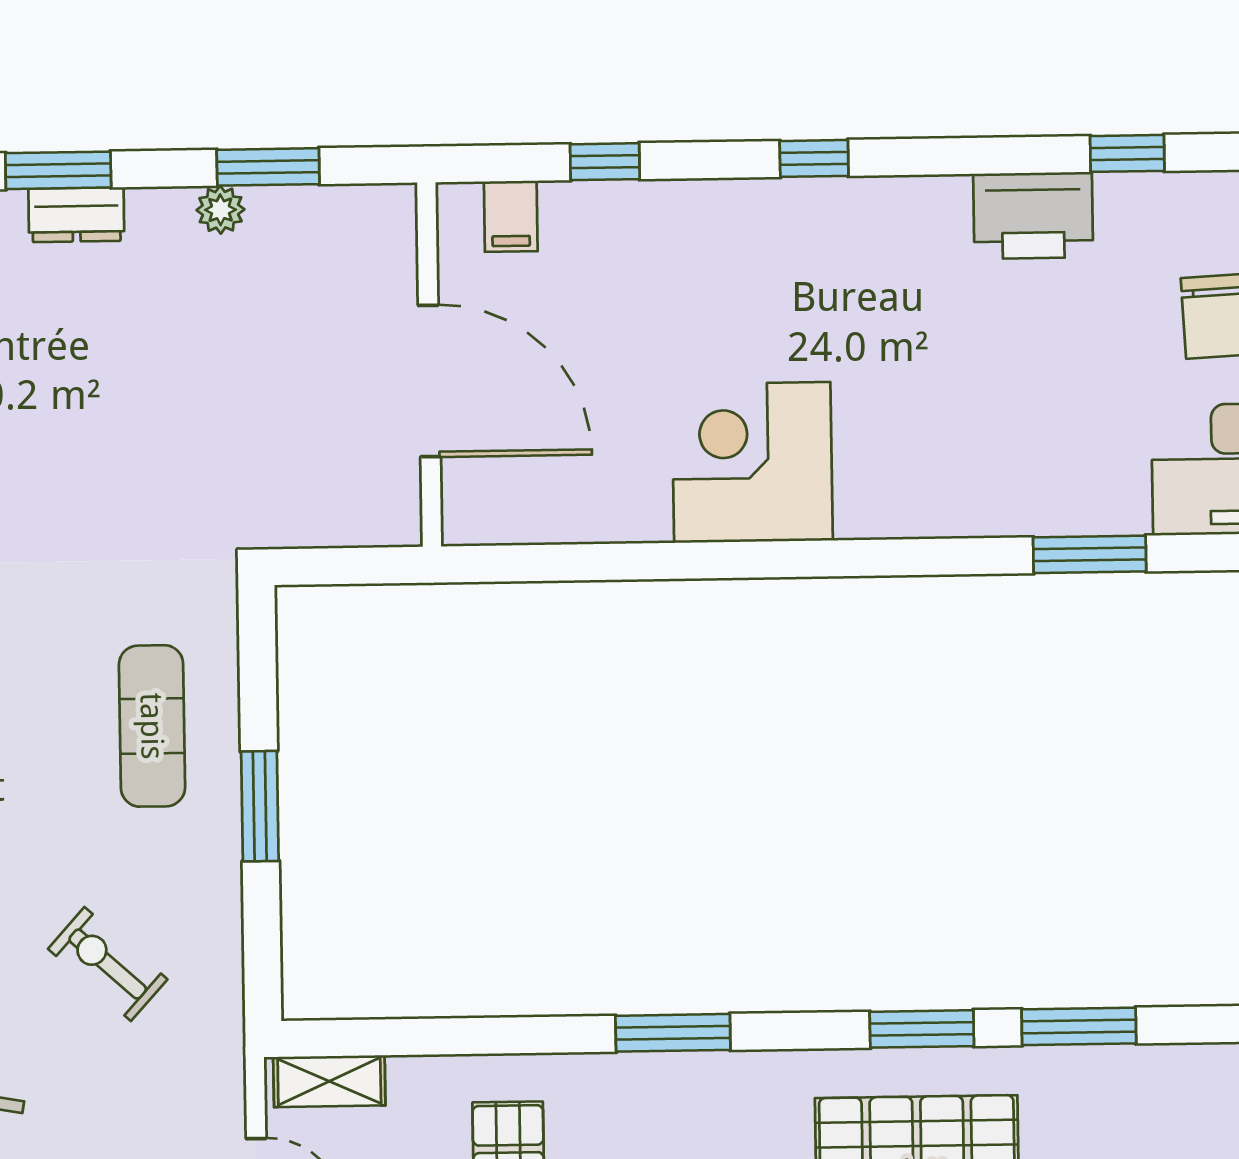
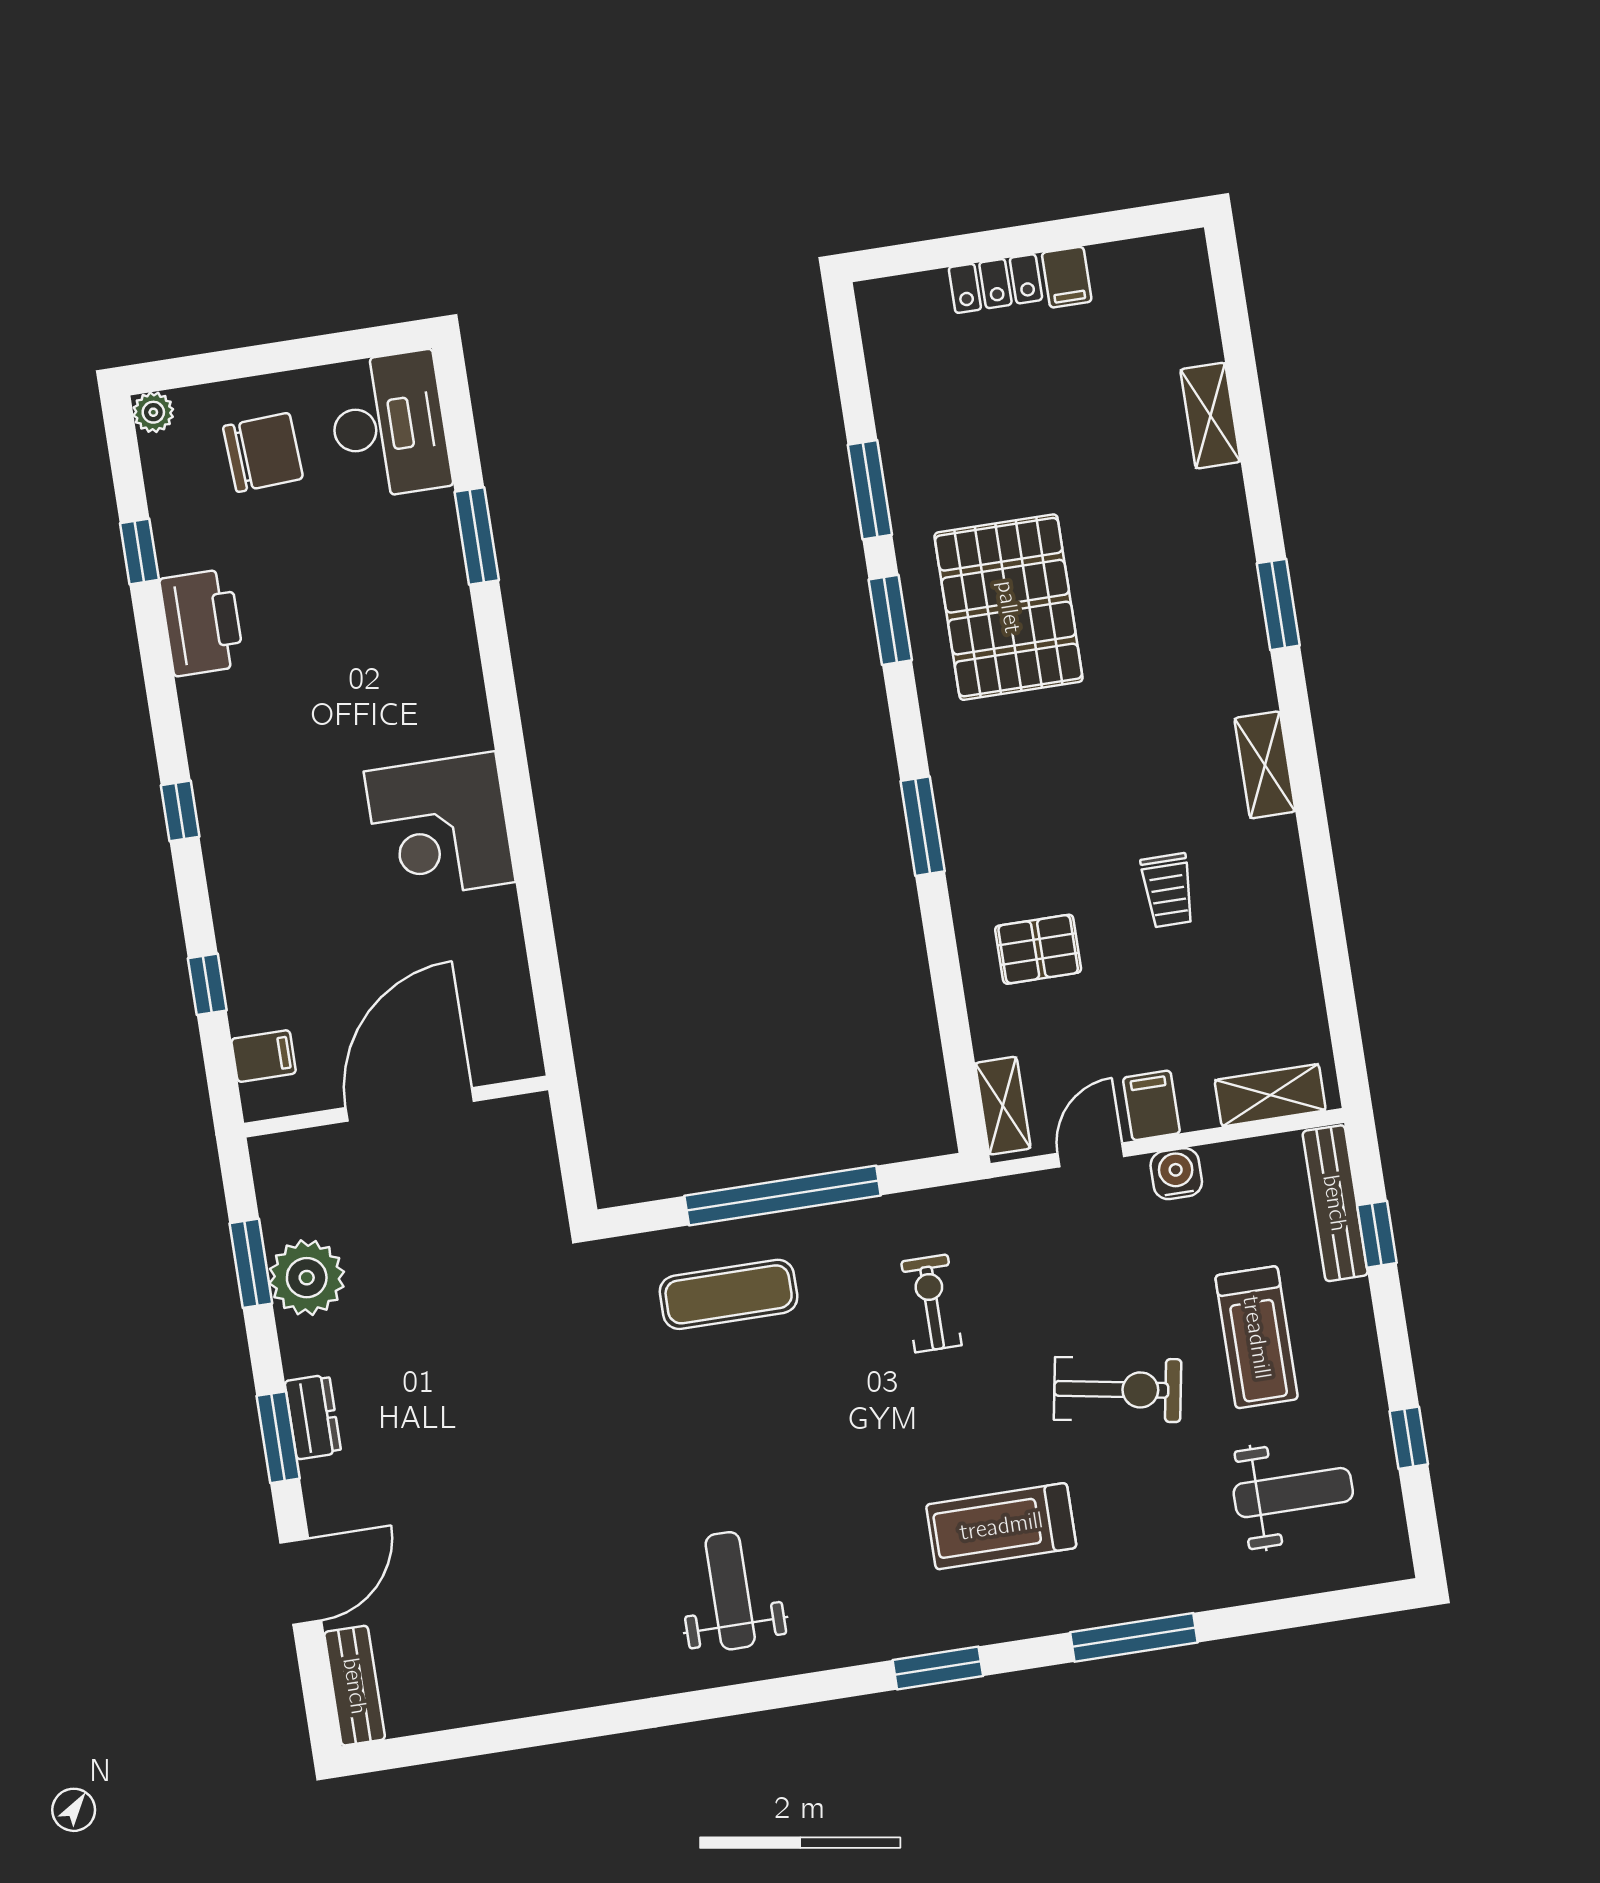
plant: (220, 210) -> (307, 1278), width x1.88, depth x1.88
window: (260, 806) -> (783, 1196), width x2.11
exercise bike: (108, 964) -> (931, 1303), turned 138

